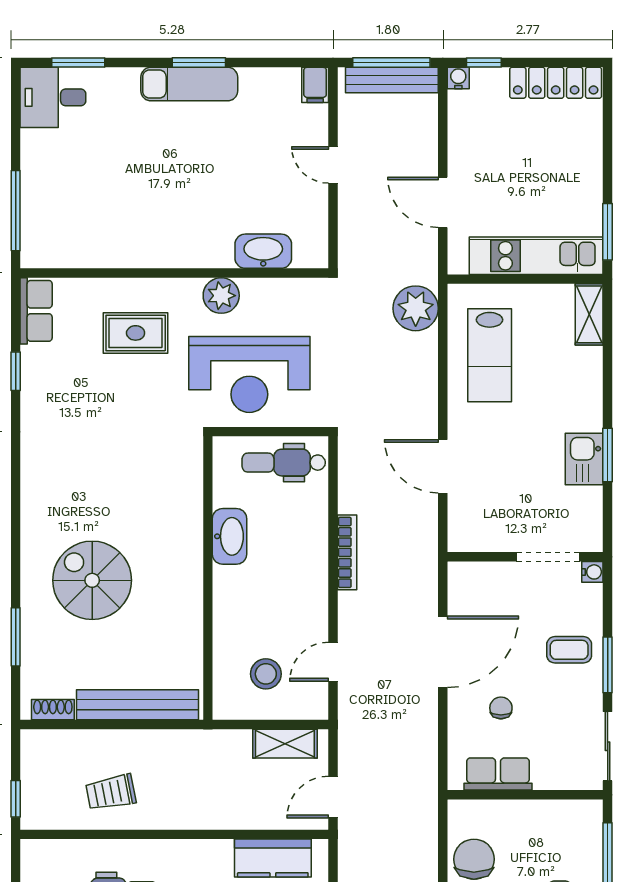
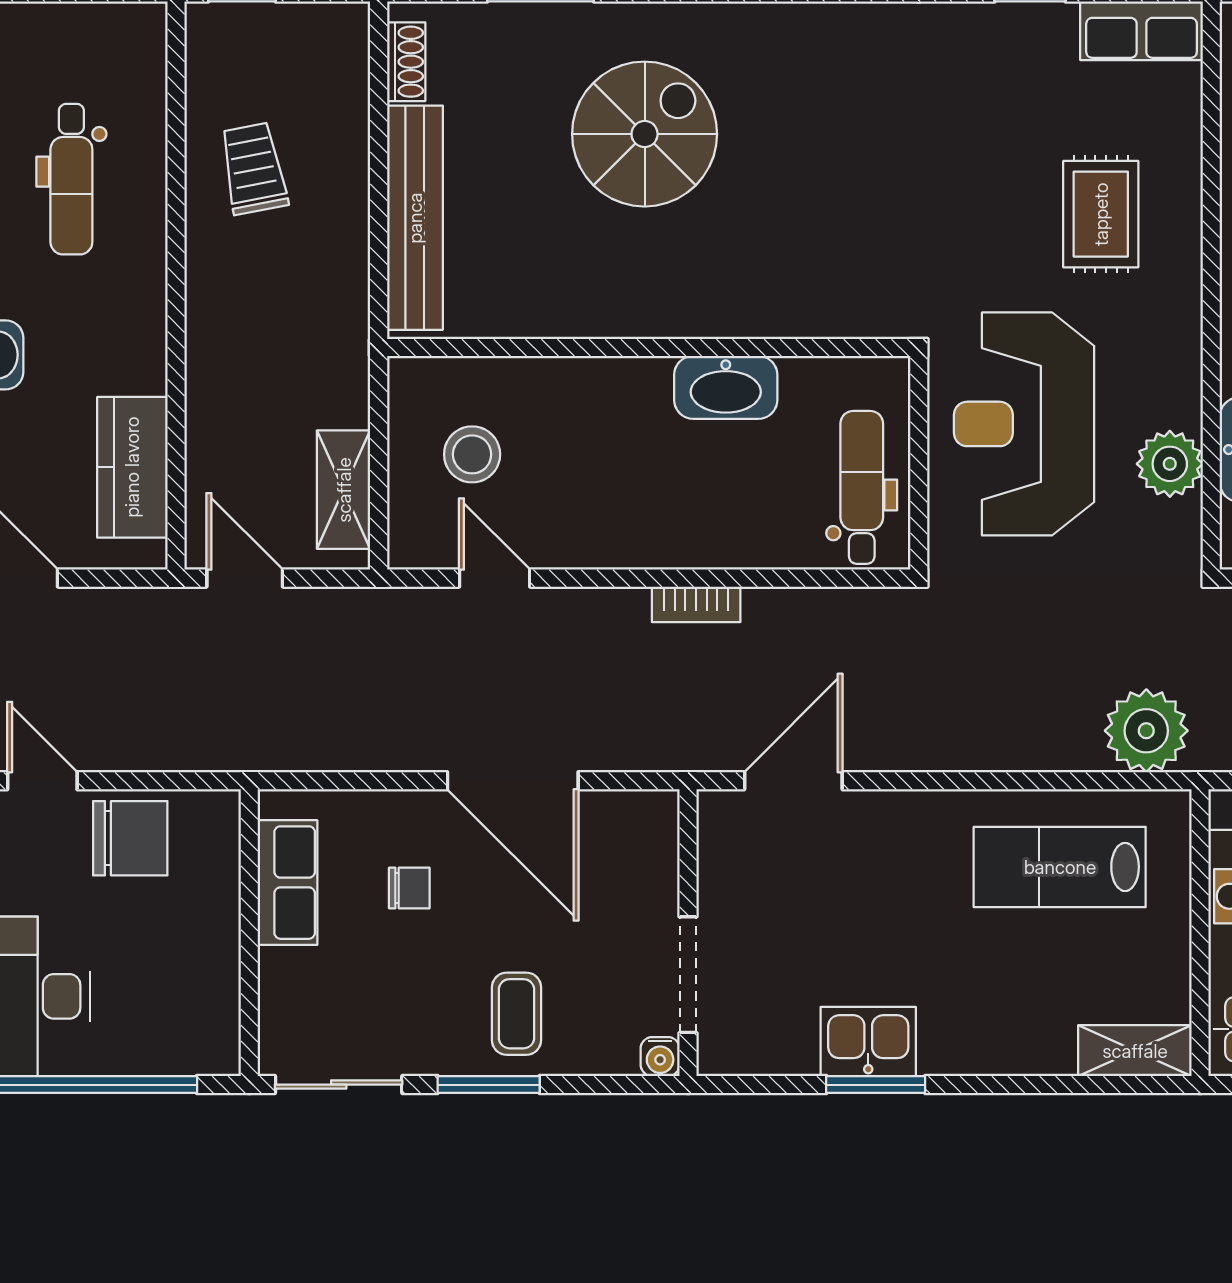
plant: (221, 296) -> (1170, 464), moved
door: (443, 466) -> (793, 781), moved
bookcase: (347, 552) -> (696, 604), width x0.64

